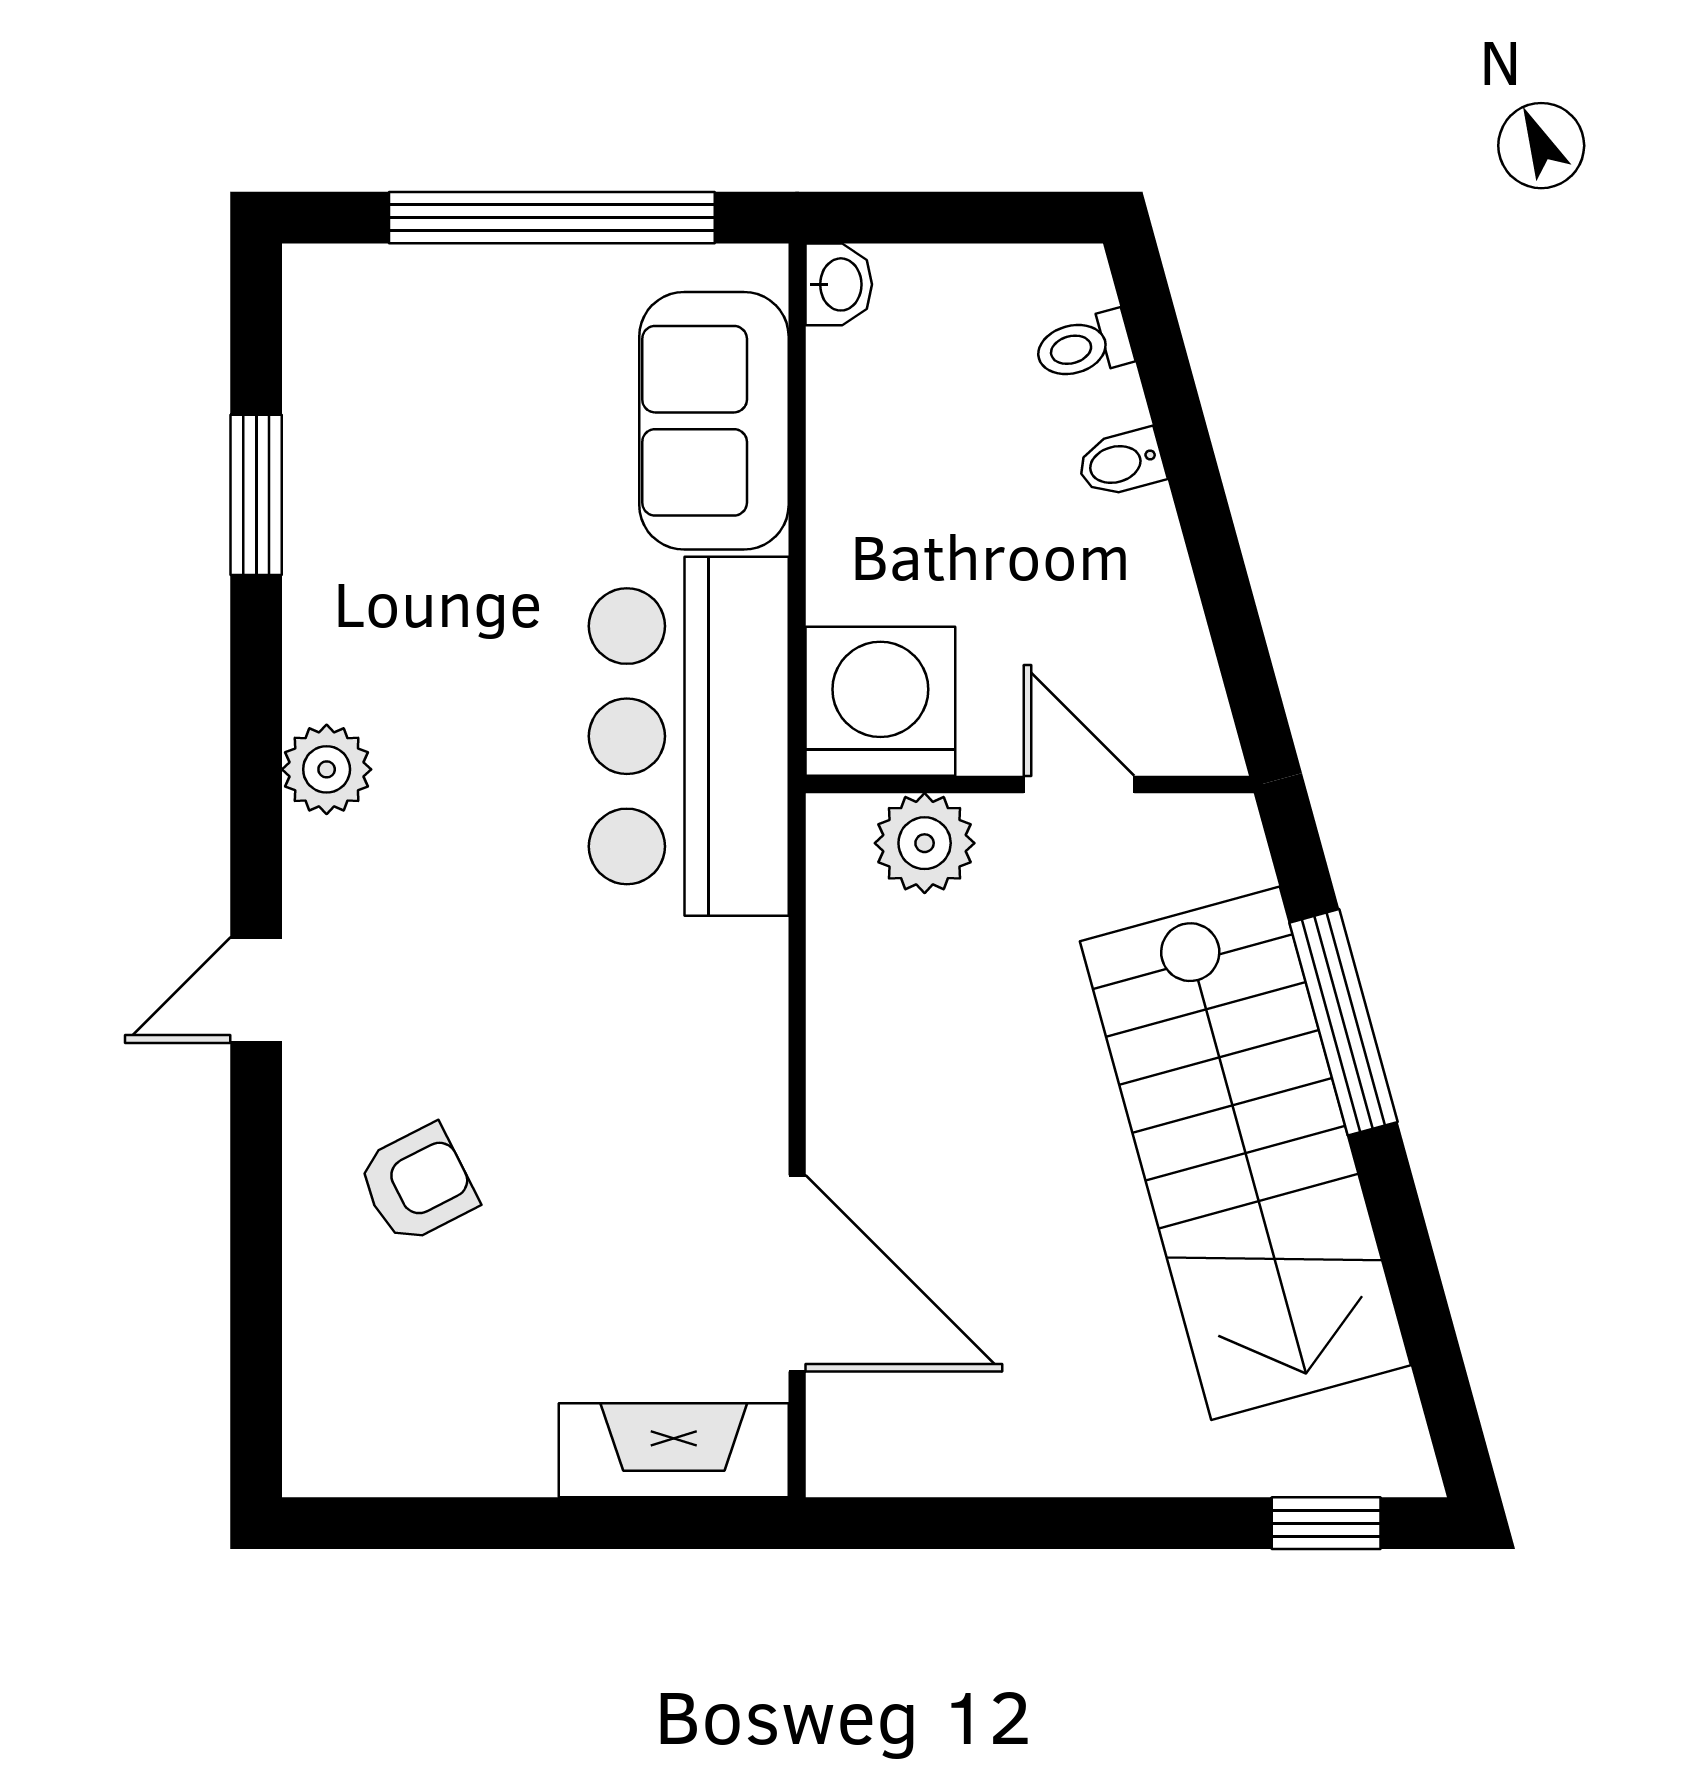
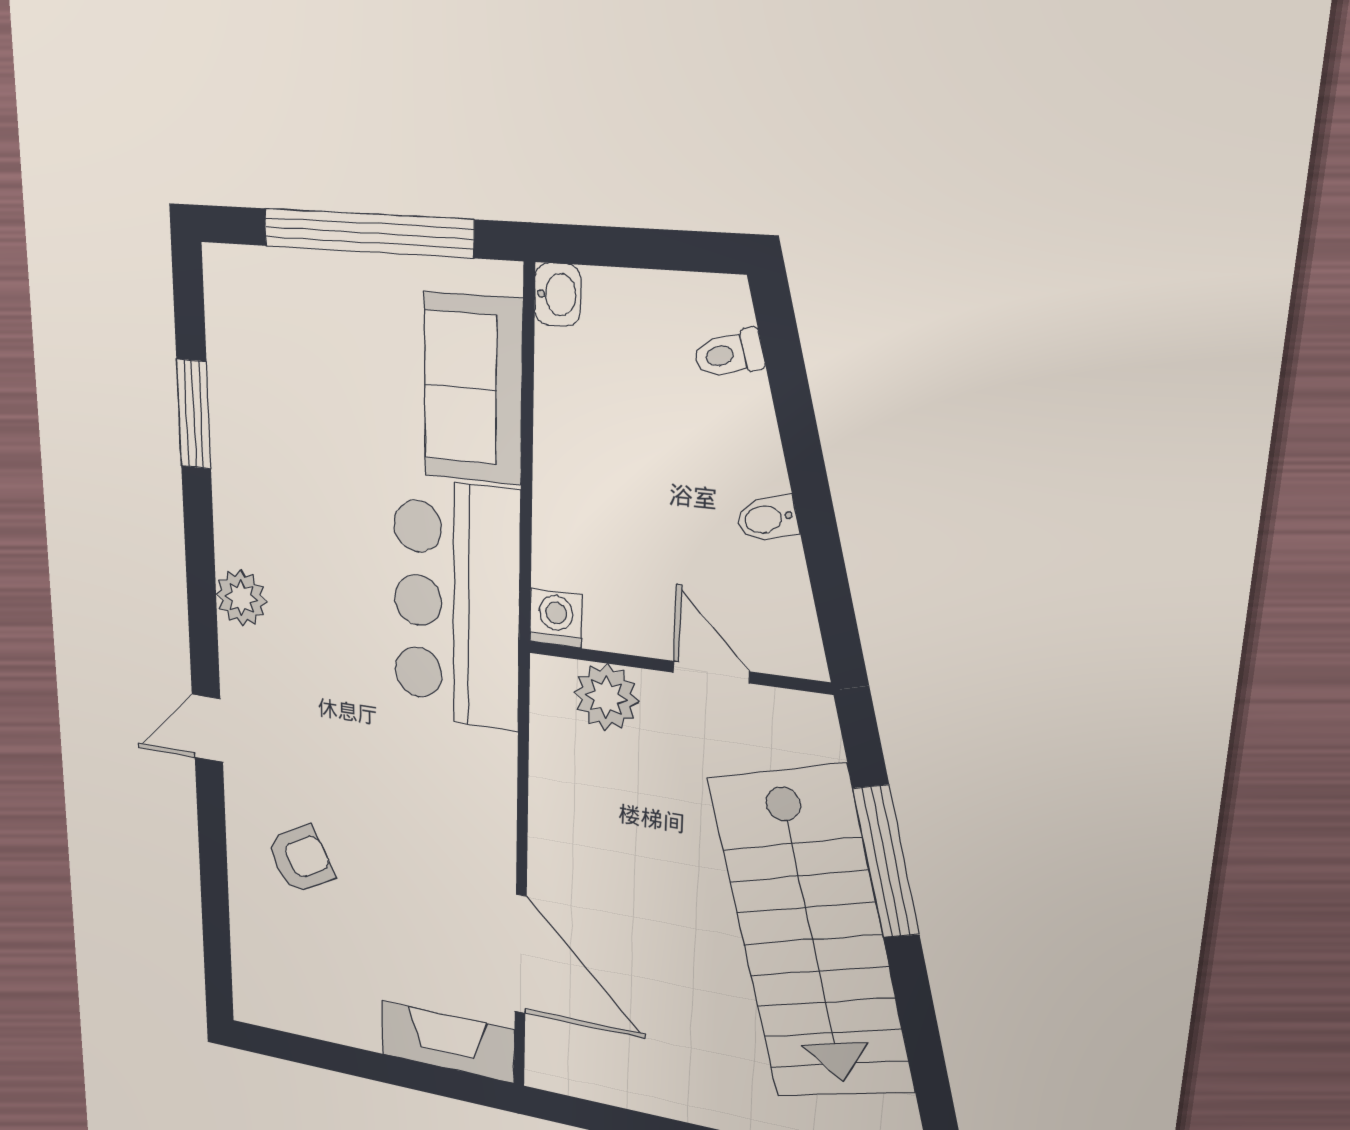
bidet: (1121, 463) -> (767, 519), moved
washing machine: (880, 701) -> (556, 618), width x0.53, depth x0.53

